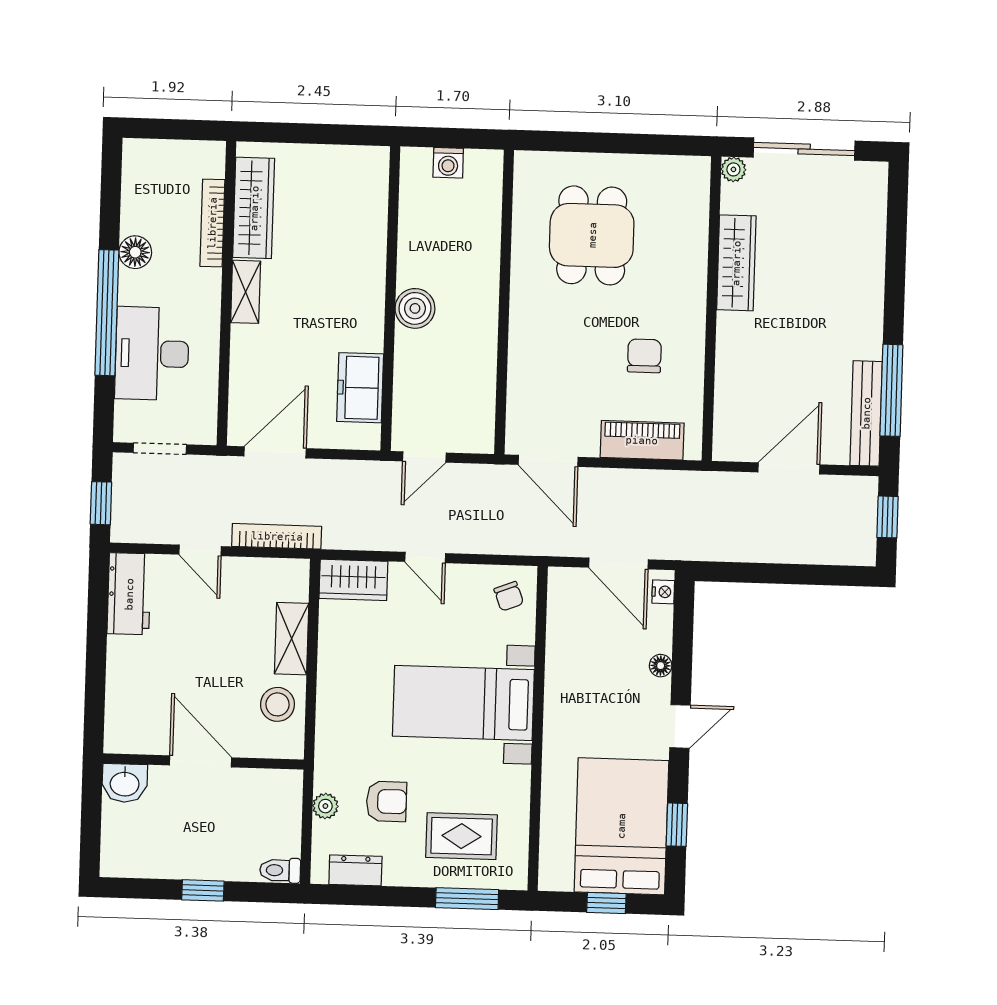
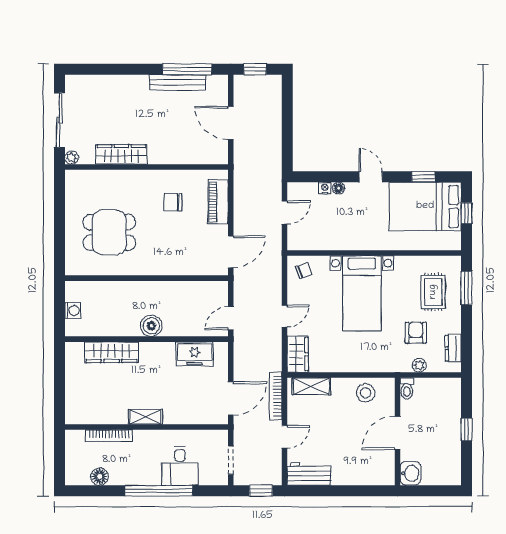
wardrobe: (254, 208) -> (112, 352), moved, turned 180
floor lamp: (135, 252) -> (100, 477), moved
desk: (152, 353) -> (180, 466), width x0.73
bench: (866, 413) -> (177, 82), moved
door: (275, 452) -> (231, 398), swing flipped
door: (424, 457) -> (231, 318), swing flipped
door: (619, 564) -> (285, 212), width x0.73
nightstand: (663, 592) -> (325, 188), moved
shelving: (292, 639) -> (311, 386), moved
toilet: (280, 870) -> (407, 389), moved

